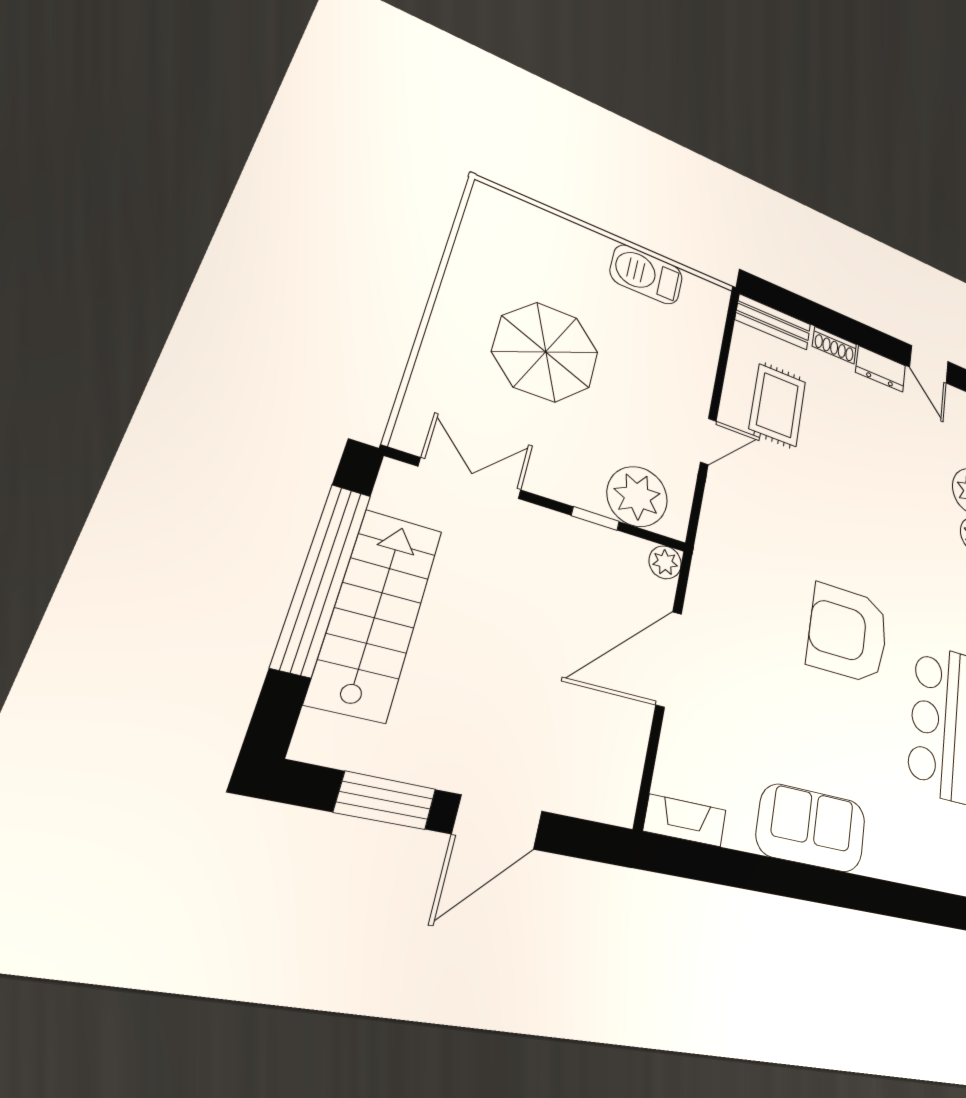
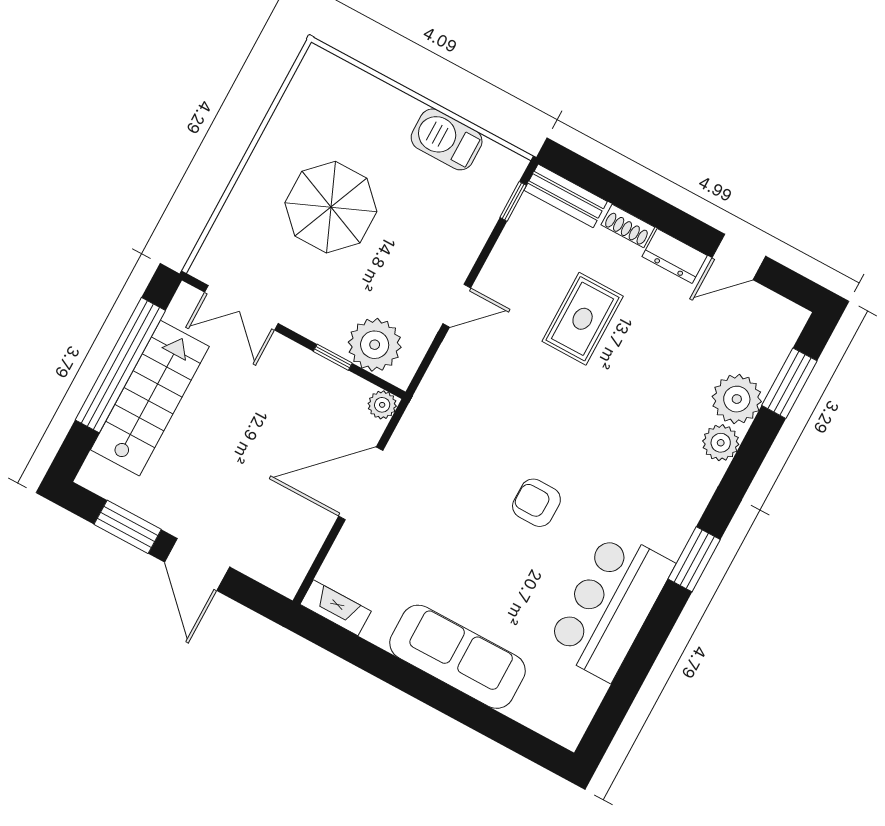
window: (728, 331) -> (513, 201), added
door: (929, 364) -> (739, 257), hinge flipped
rug: (777, 405) -> (583, 319), moved
double door: (470, 478) -> (241, 308), swing flipped
armchair: (848, 633) -> (536, 503), width x0.53, depth x0.53
door: (498, 822) -> (197, 564), hinge flipped
sofa: (812, 828) -> (458, 657), width x1.36

